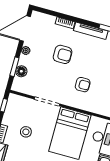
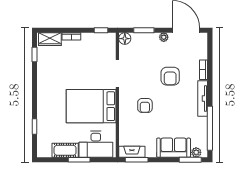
floor lamp: (21, 71) -> (125, 39), moved
stool: (26, 132) -> (80, 61), removed

